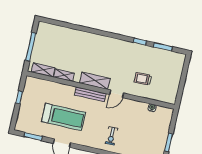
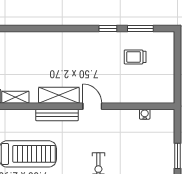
trolley: (143, 79) -> (135, 57), moved
door: (117, 94) -> (92, 106), swing flipped

